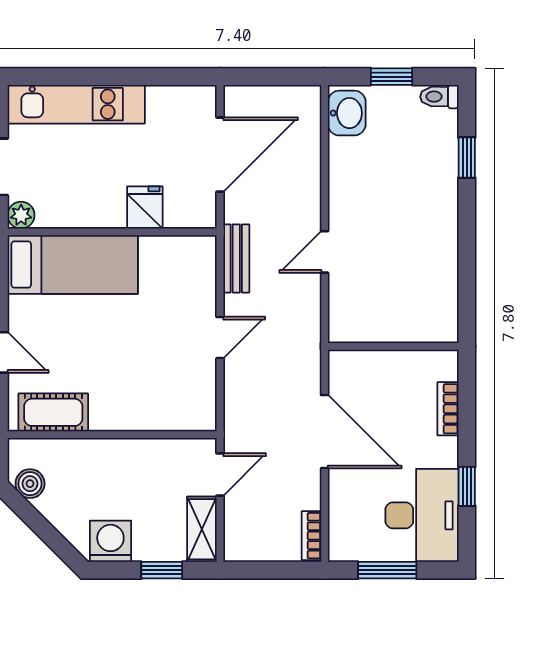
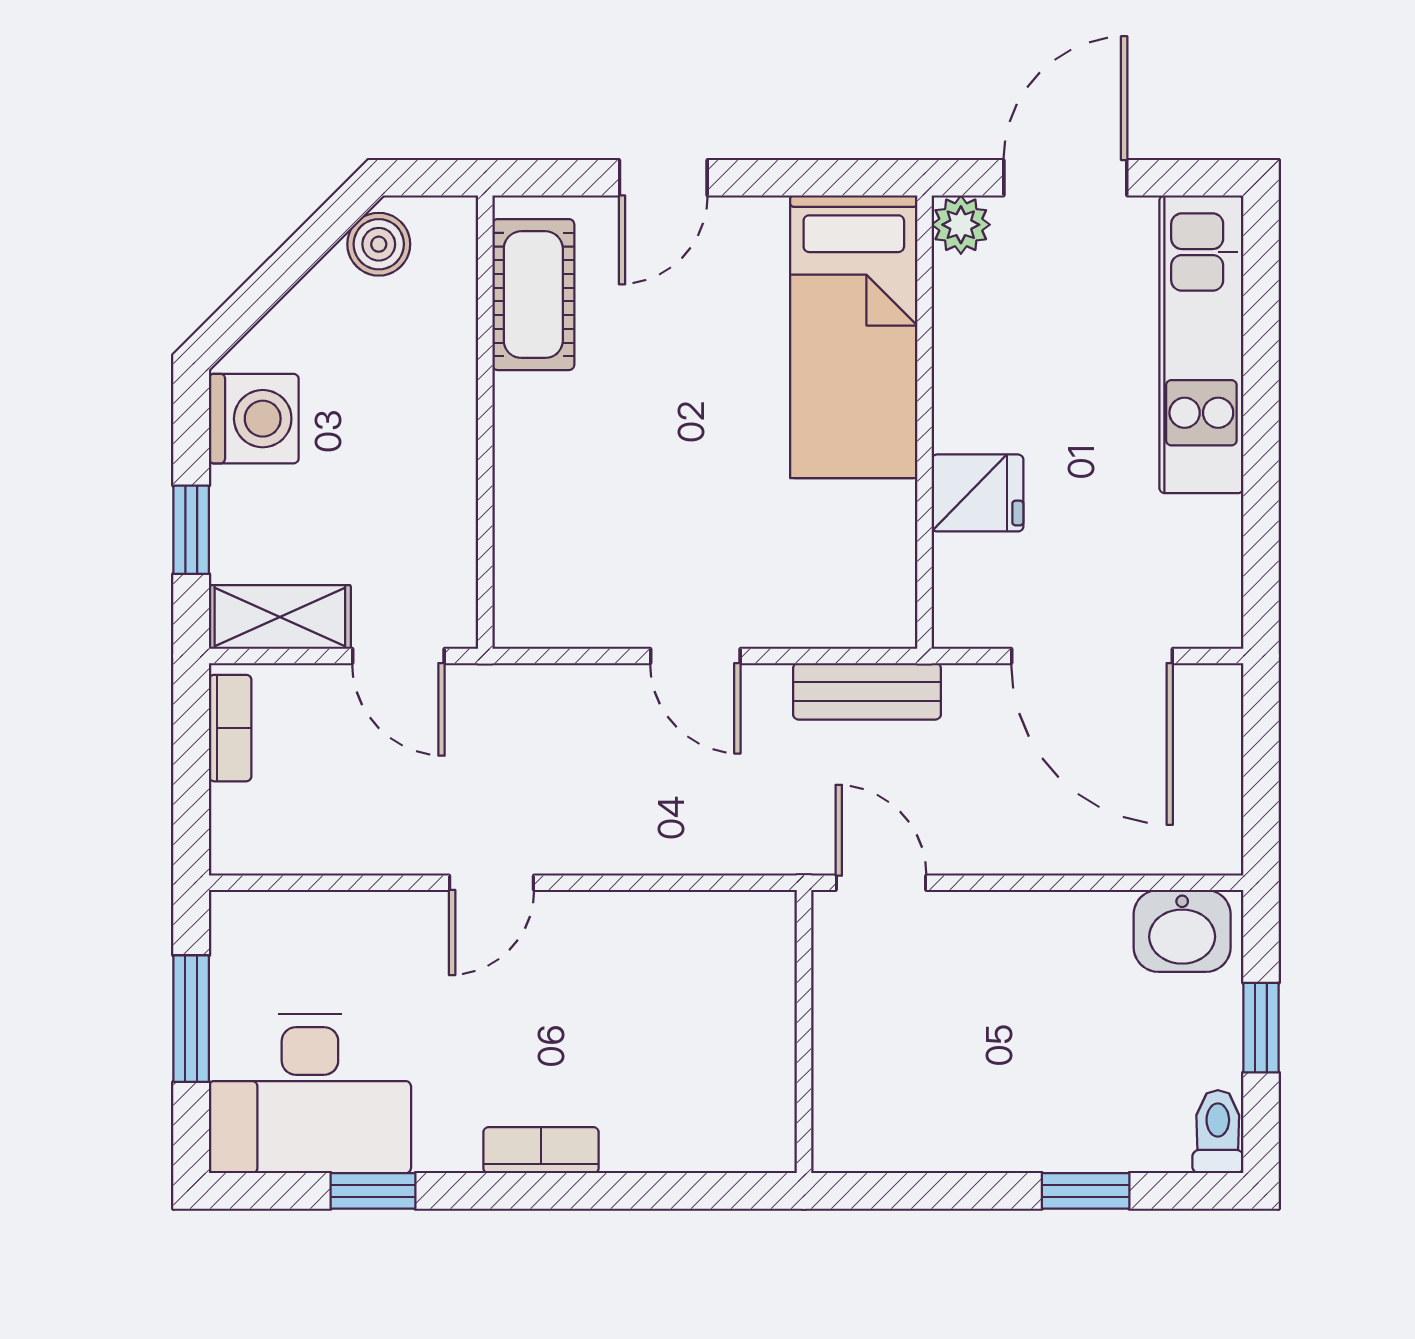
wall: (393, 346) -> (804, 1032), moved
door: (325, 432) -> (492, 883), width x0.53
bookcase: (311, 536) -> (230, 728), moved, turned 90

